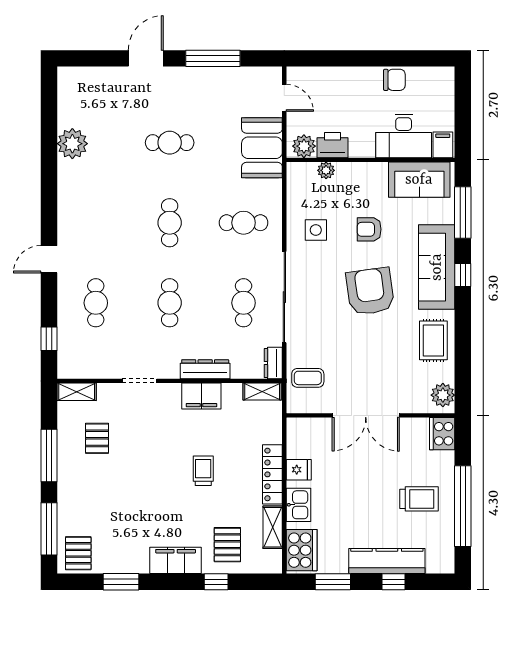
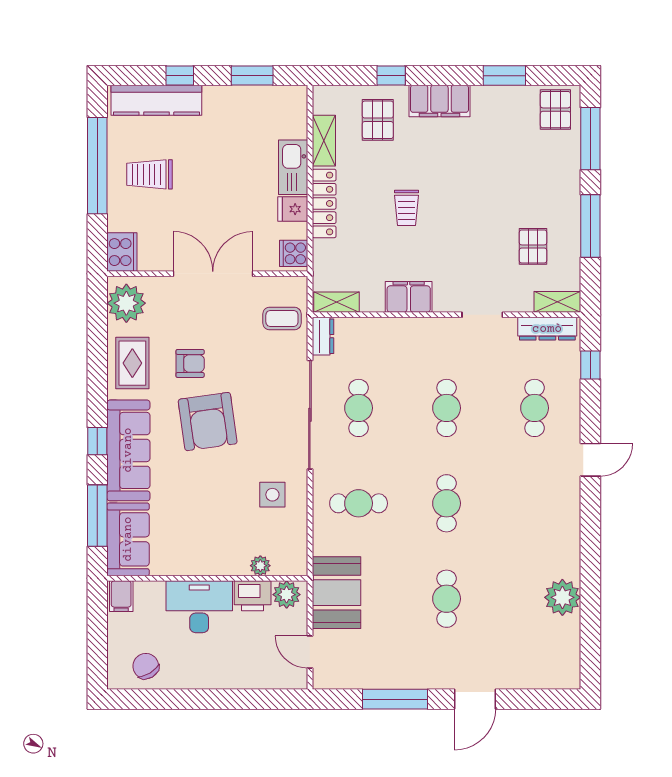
chair: (394, 80) -> (146, 666), moved, turned 59
desk: (404, 136) -> (199, 607), moved
cafe table: (170, 143) -> (447, 599), turned 90
sofa: (419, 180) -> (128, 539), moved, turned 90
armchair: (369, 229) -> (190, 363), moved
dresser: (205, 369) -> (547, 329), moved
plant: (443, 395) -> (126, 303), width x1.36, depth x1.36
kitchen sink: (298, 505) -> (293, 167), width x1.38
cooker: (302, 550) -> (294, 253), moved, width x0.53, depth x0.76
kitchen counter: (387, 561) -> (156, 100), moved

